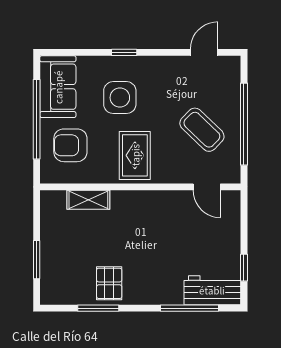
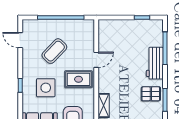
coffee table: (202, 130) -> (54, 51), moved
door: (207, 187) -> (96, 60), moved
workbench: (212, 290) -> (155, 63), moved

